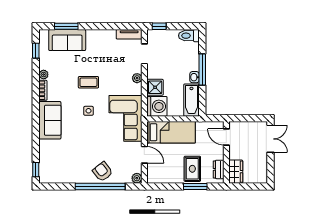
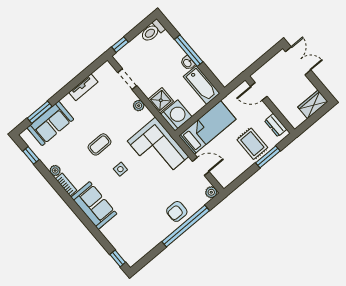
tv unit: (129, 34) -> (83, 87), moved
armchair: (103, 172) -> (177, 211), turned -52
wardrobe: (236, 172) -> (313, 104), moved, turned -90

